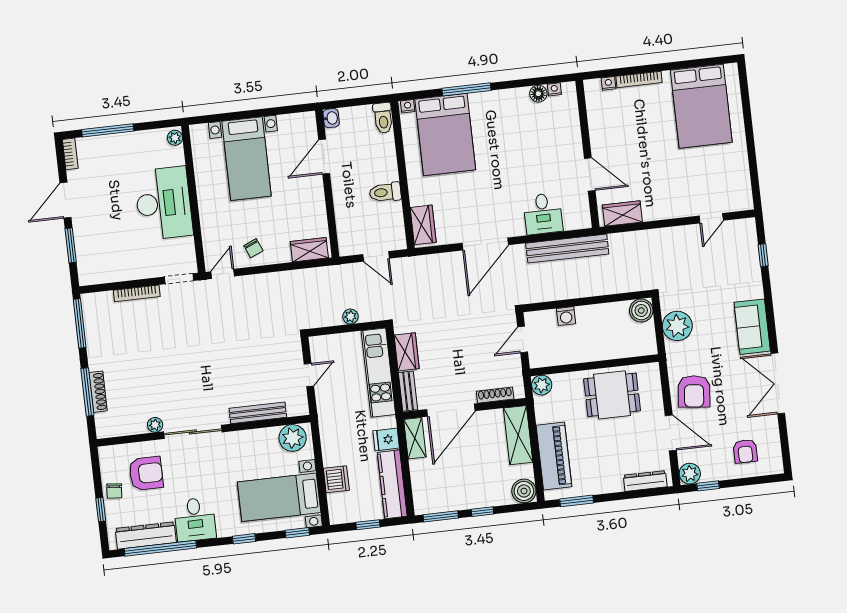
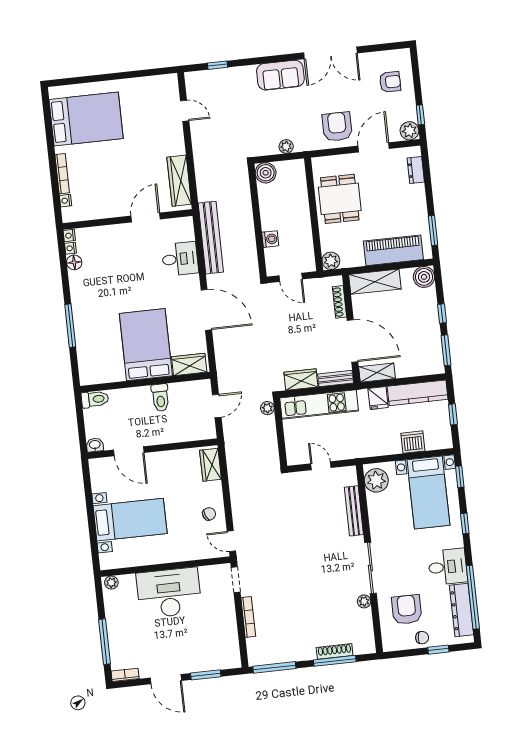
nightstand: (408, 106) -> (69, 236), moved
bed: (445, 135) -> (146, 345), moved, turned -90
wardrobe: (622, 213) -> (179, 181), width x1.50
plant: (350, 317) -> (267, 408), moved
plant: (677, 326) -> (286, 146), width x0.53, depth x0.53
armchair: (694, 391) -> (337, 127), turned -96
dresser: (645, 481) -> (416, 170), width x0.70

